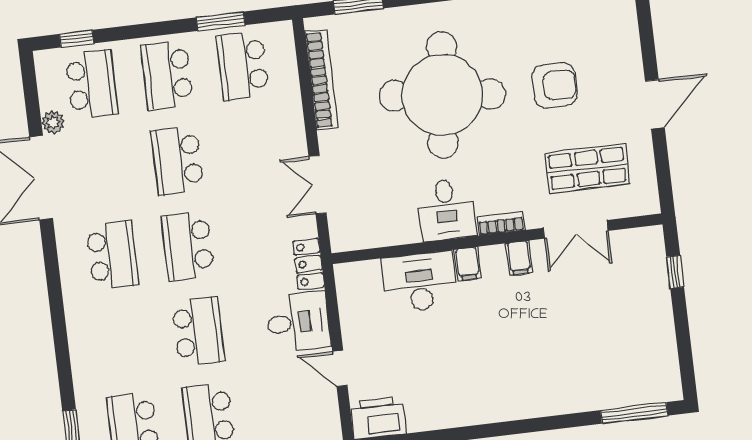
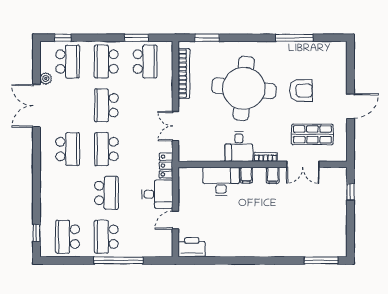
school desk: (243, 66) -> (145, 62), turned 180
door: (340, 368) -> (175, 220), hinge flipped

